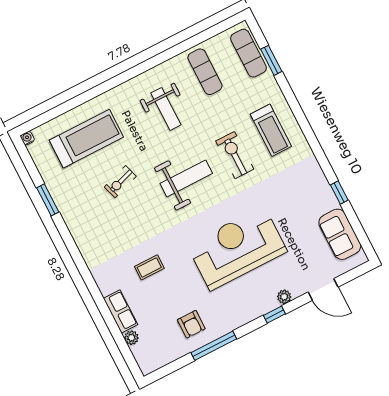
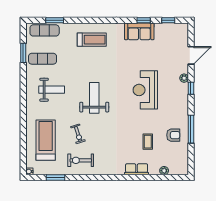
window: (199, 39) -> (23, 53), added
exercise bike: (235, 155) -> (81, 160), moved
window: (48, 200) -> (55, 178), moved
window: (358, 229) -> (168, 20), added
sofa: (340, 234) -> (139, 31), moved
reception desk: (237, 248) -> (145, 90), width x0.74, depth x0.77
coffee table: (149, 267) -> (148, 142), moved
row of seats: (121, 311) -> (137, 169), moved

